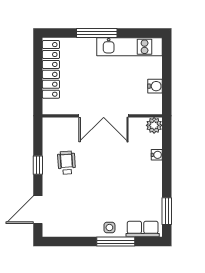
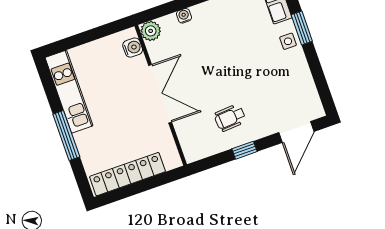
water cooler: (155, 86) -> (133, 48), moved, turned 90
door: (38, 210) -> (296, 132), hinge flipped
window: (116, 242) -> (302, 28), width x0.69

